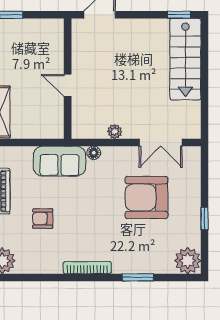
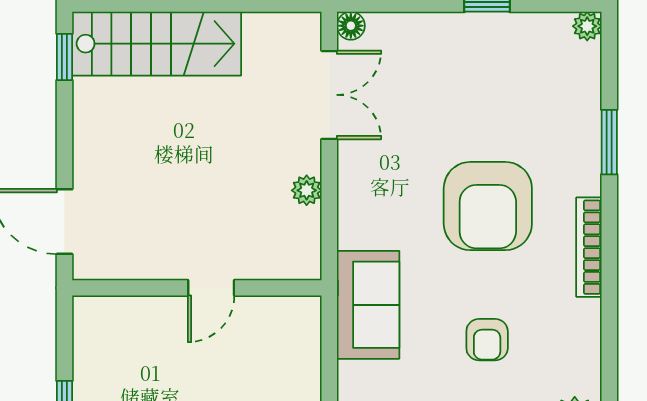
floor lamp: (94, 153) -> (351, 26), moved
armchair: (146, 197) -> (488, 206), moved
plant: (188, 261) -> (587, 26), width x0.53, depth x0.53

